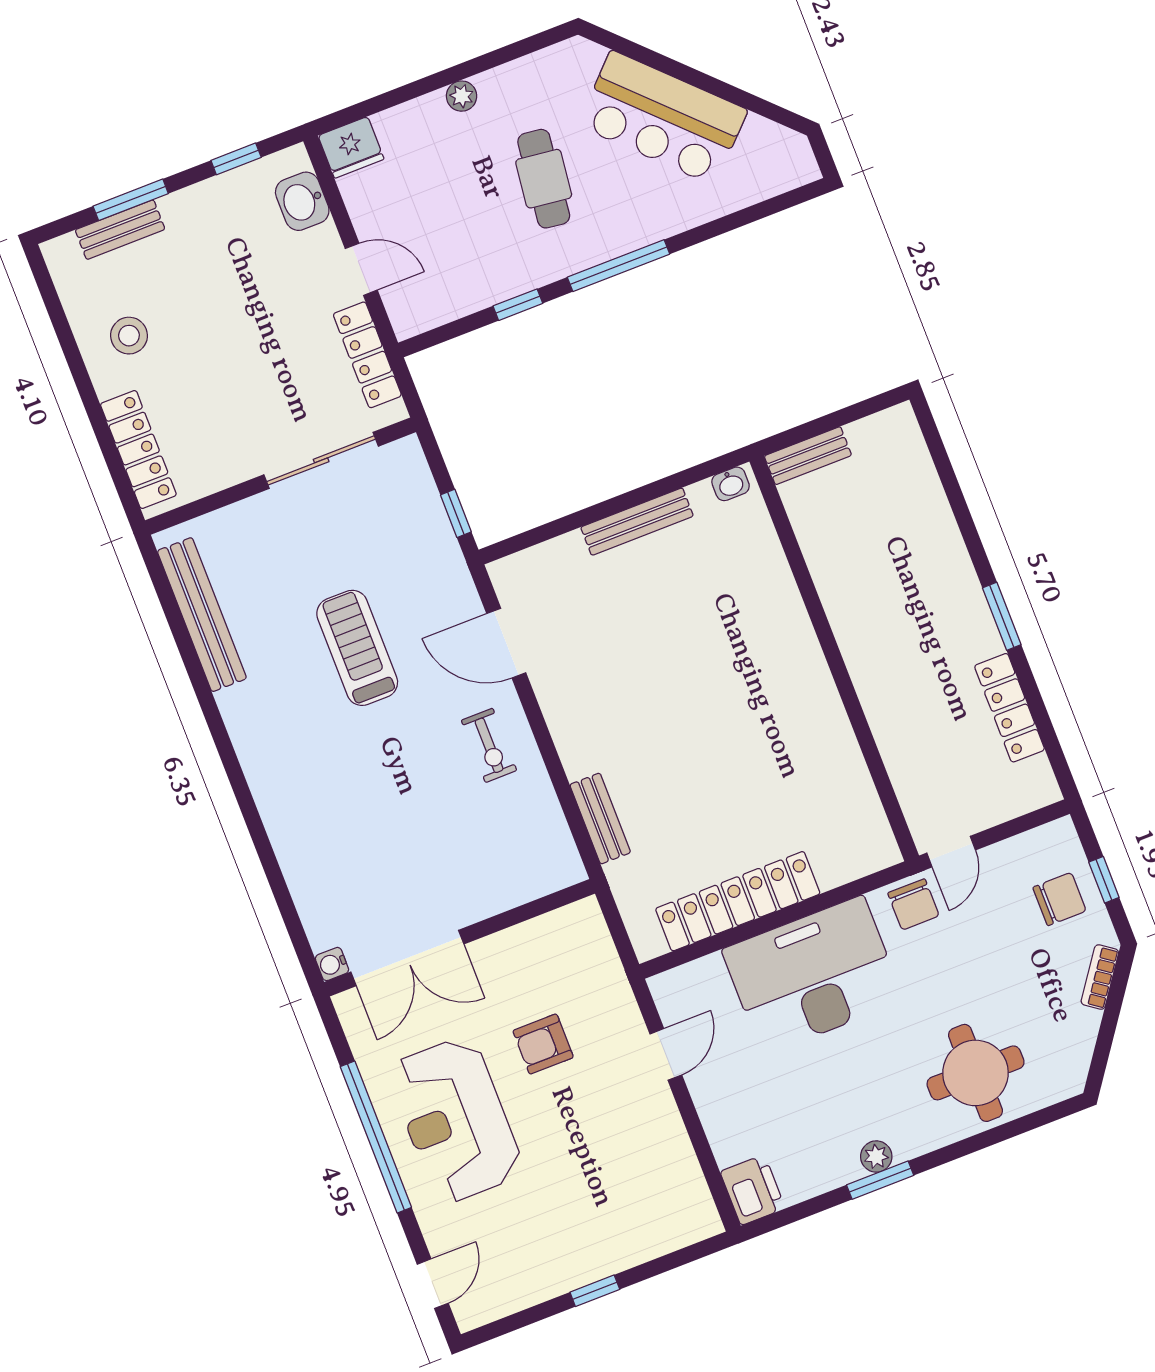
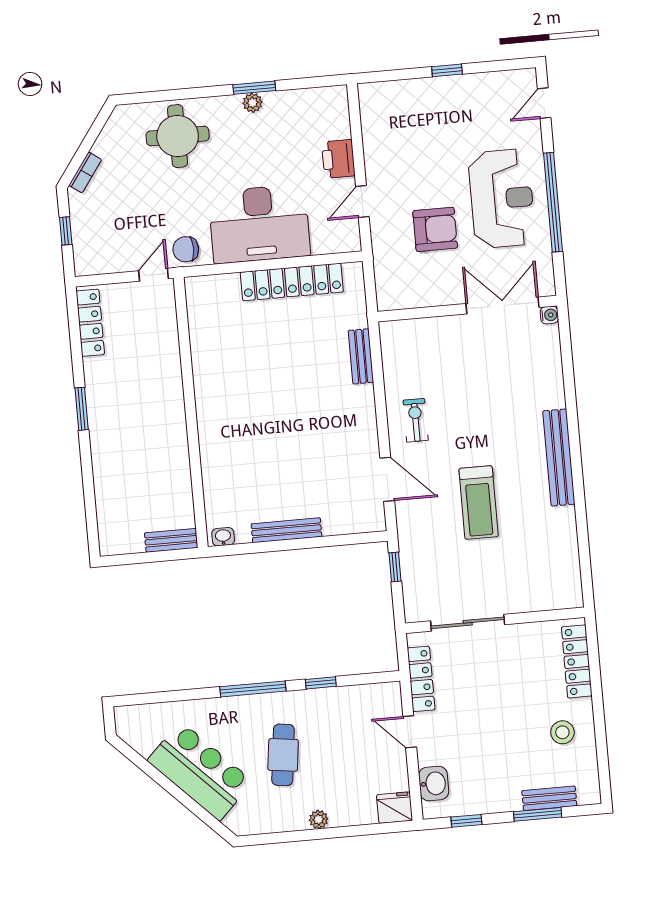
bench: (202, 615) -> (559, 457), moved
locker: (1010, 708) -> (90, 323), moved
chair: (1059, 899) -> (96, 227), removed
chair: (913, 904) -> (186, 249), turned -90
armchair: (543, 1044) -> (435, 229), width x1.38, depth x1.38
printer: (753, 1190) -> (338, 159), moved

